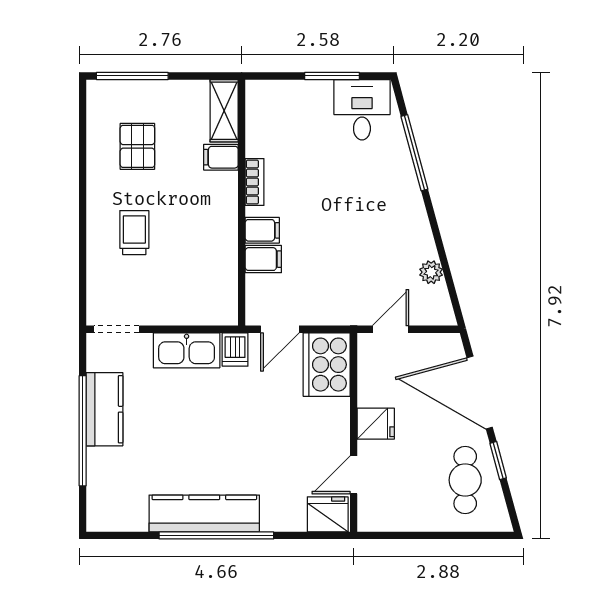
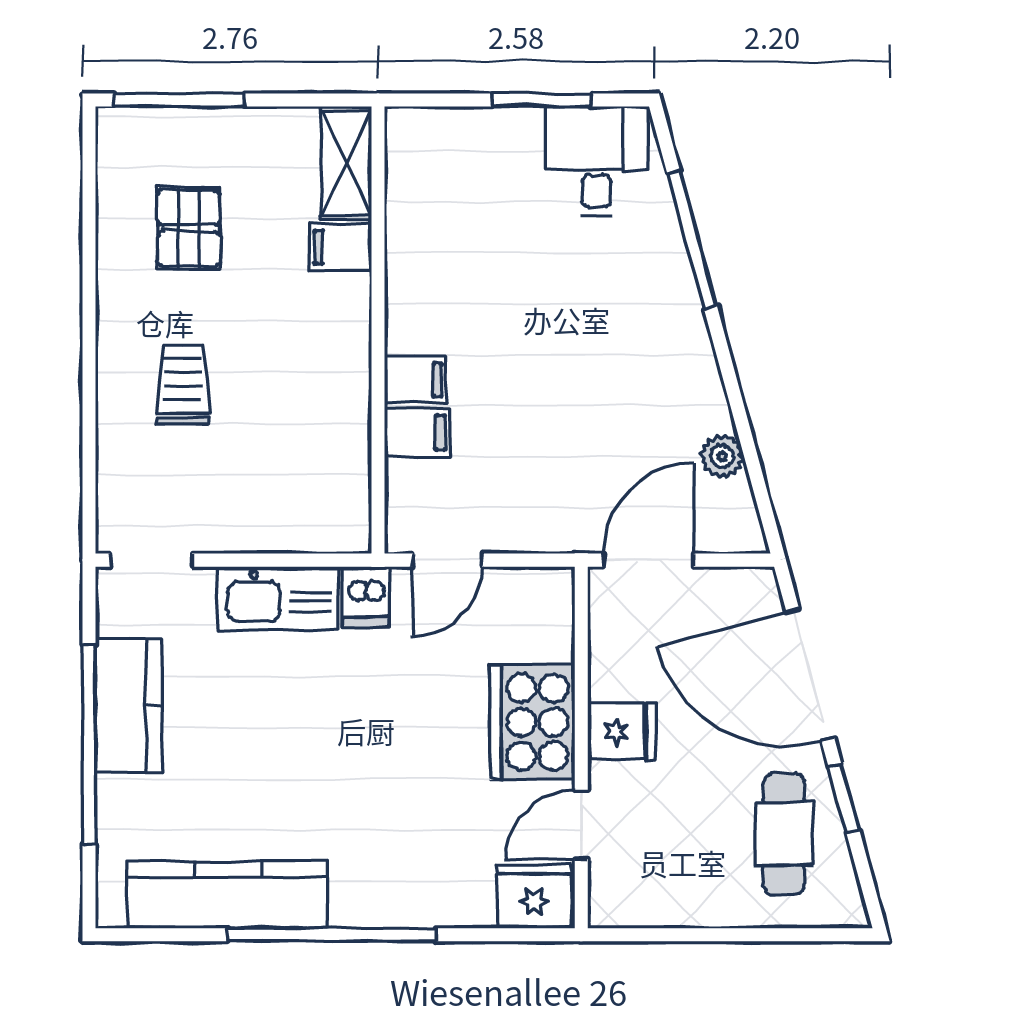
bookcase: (255, 182) -> (401, 293), removed
door: (391, 329) -> (649, 560), width x1.37
cooker: (327, 365) -> (532, 722), moved
kitchen counter: (204, 514) -> (227, 895), moved

